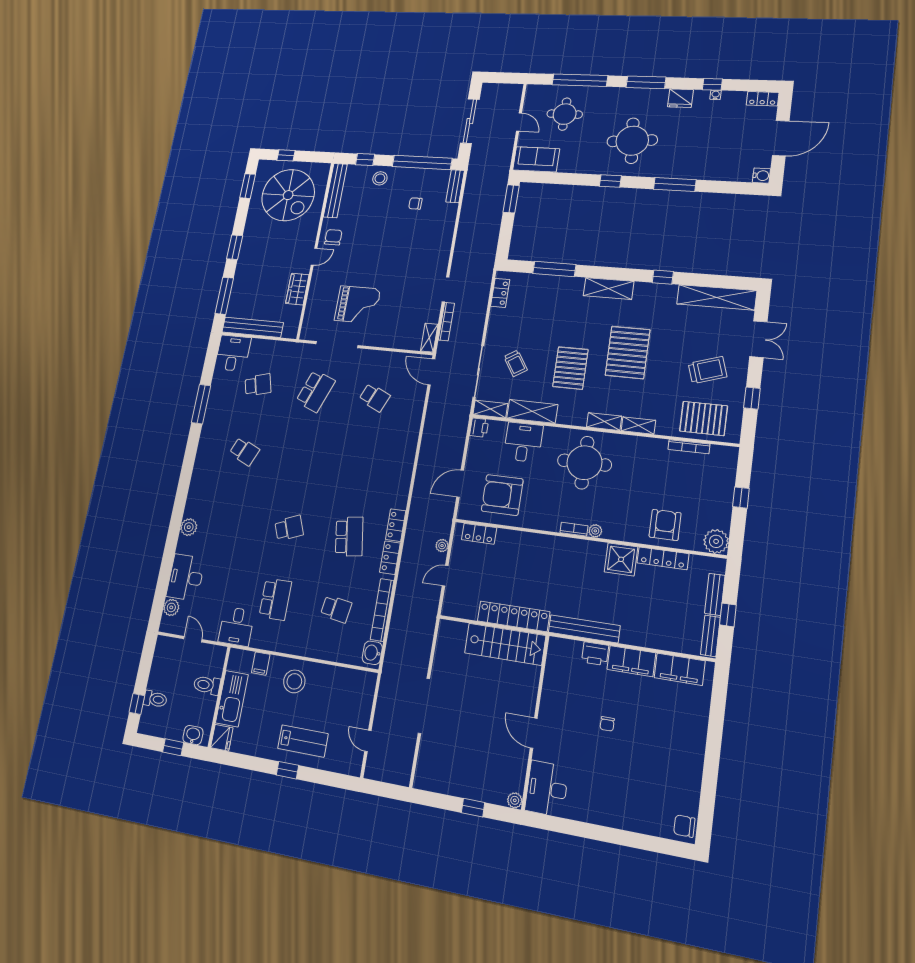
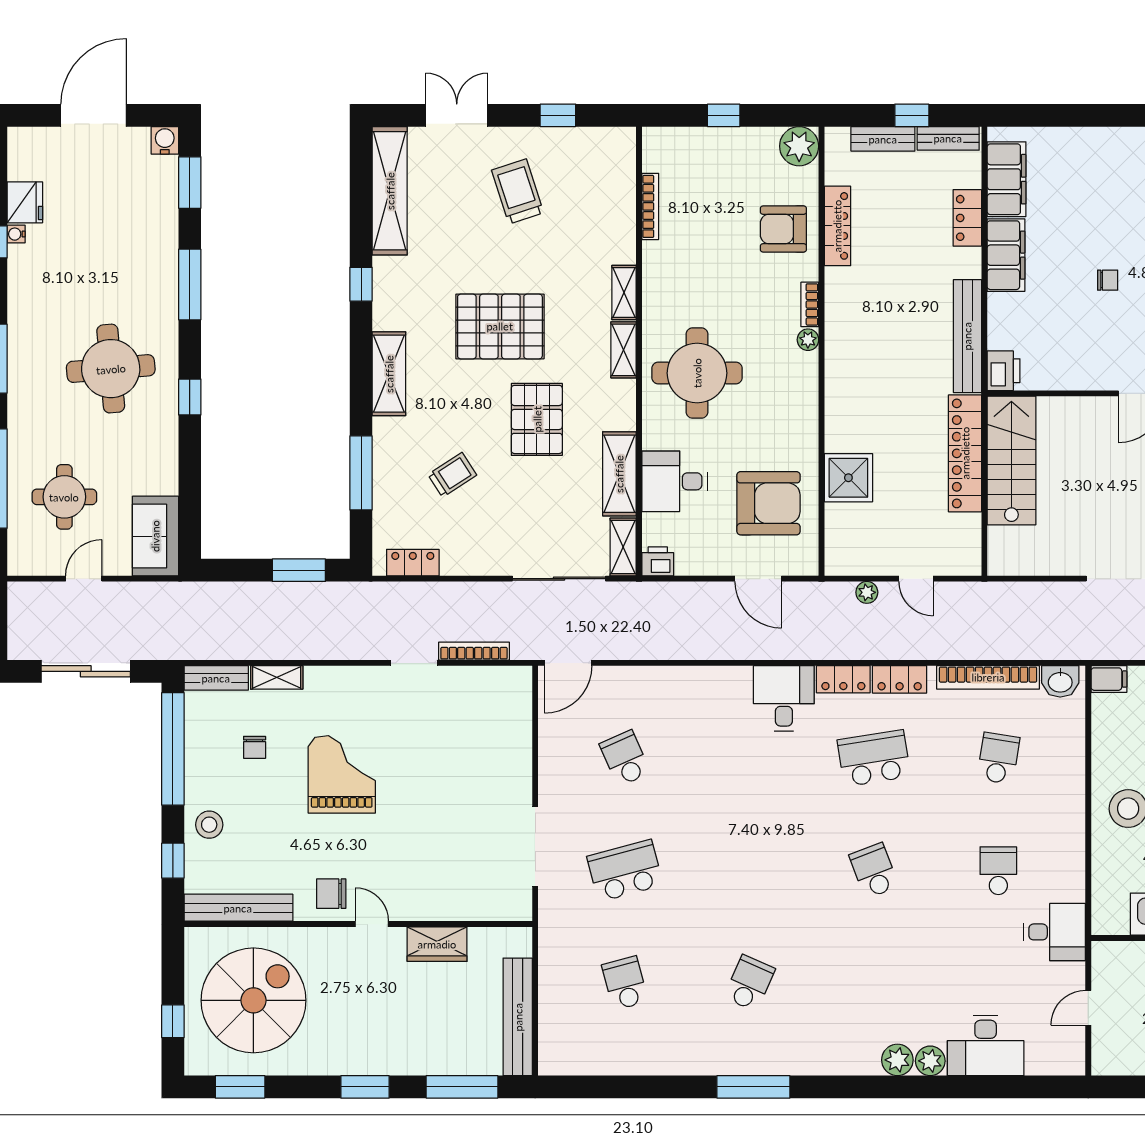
fridge: (680, 98) -> (25, 202), moved
locker: (763, 99) -> (21, 153), removed
door: (781, 138) -> (94, 115), hinge flipped
window: (735, 188) -> (190, 183), added
window: (511, 199) -> (299, 570), moved
grand piano: (357, 305) -> (342, 774), moved
shelving: (429, 338) -> (277, 677), moved
desk: (233, 353) -> (784, 698), moved, turned 90
trolley: (516, 363) -> (452, 475), moved
pallet: (570, 368) -> (537, 419), turned 90
school desk: (315, 391) -> (625, 871), turned -36
school desk: (374, 398) -> (625, 758), turned -48
window: (201, 404) -> (753, 1087), moved
pallet: (704, 418) -> (600, 188), removed
armchair: (502, 495) -> (768, 503), turned -90
bookcase: (574, 529) -> (810, 304), moved
locker: (479, 534) -> (967, 218), moved, turned 180
shower: (621, 559) -> (848, 478), moved
school desk: (275, 599) -> (998, 871), width x0.54
plant: (171, 607) -> (930, 1061), moved
printer: (595, 654) -> (1004, 371), moved
filing cabinet: (261, 664) -> (1109, 679), moved

